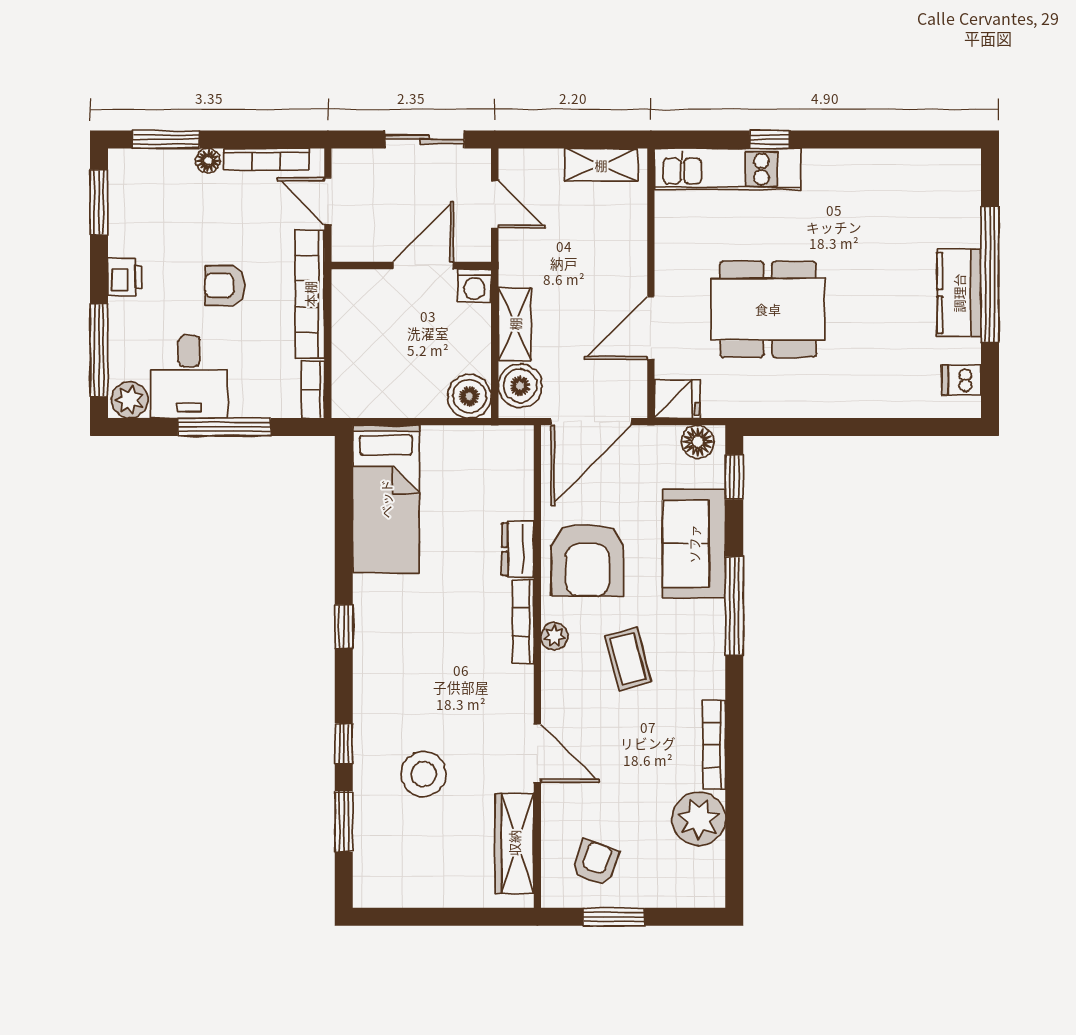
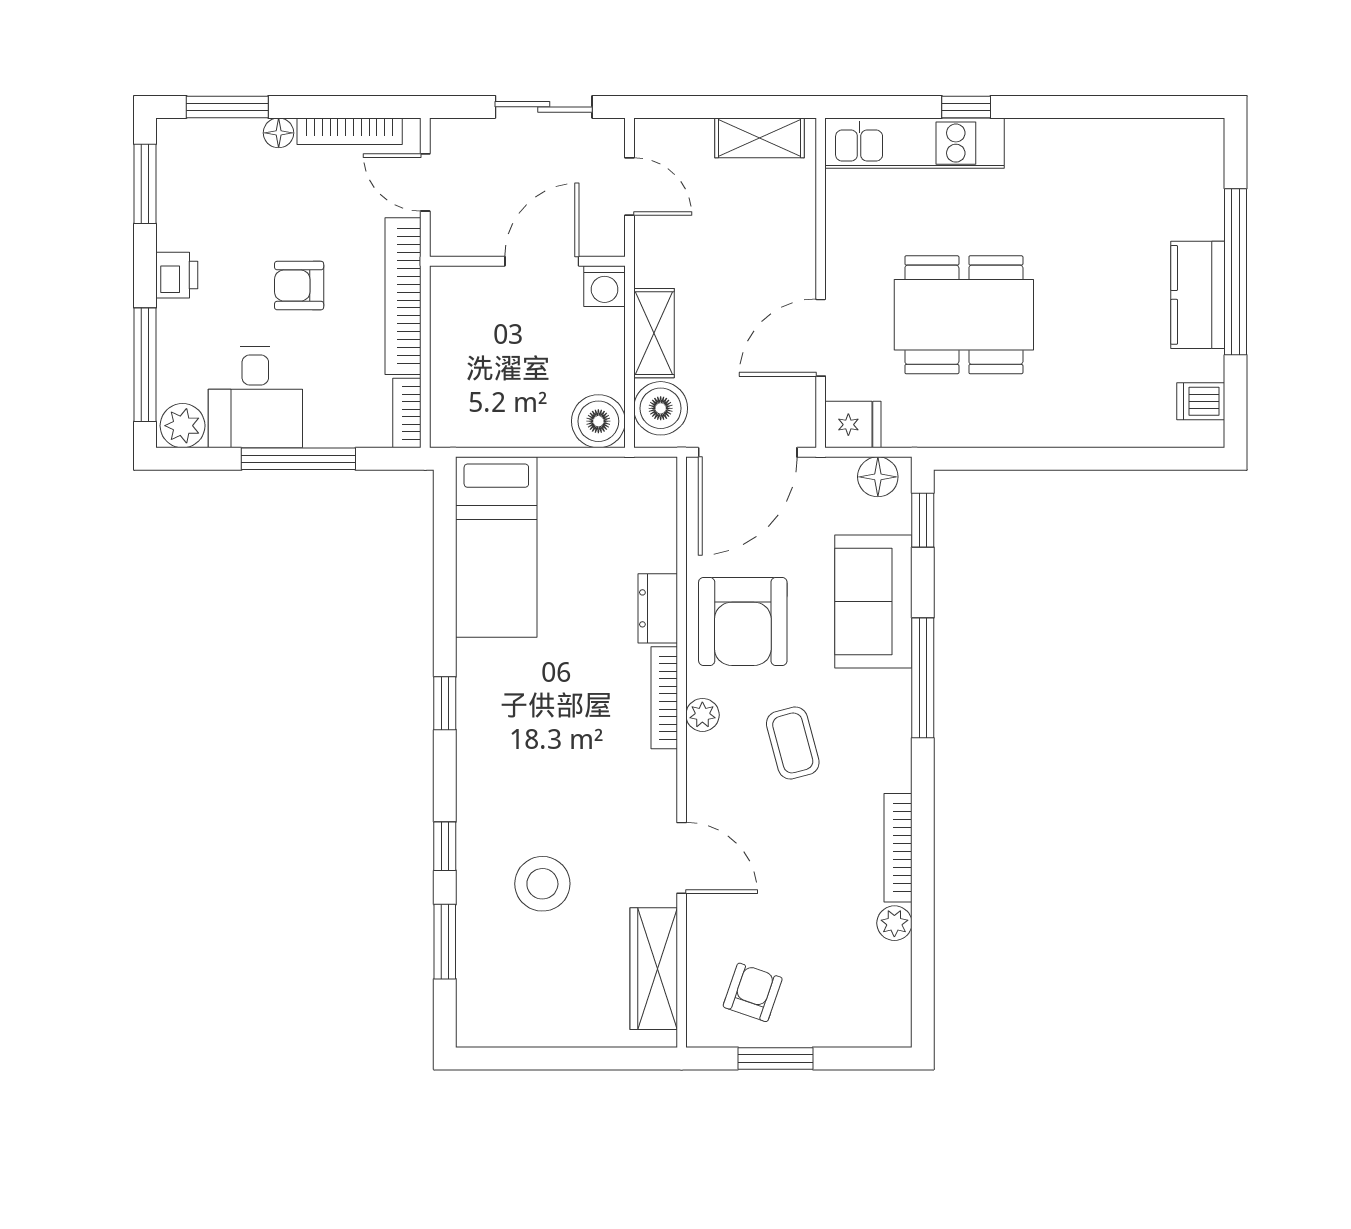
plant: (699, 819) -> (894, 923), width x0.53, depth x0.53

